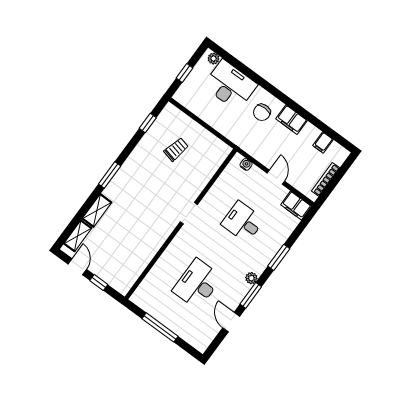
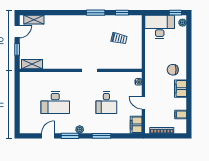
window: (184, 73) -> (175, 13), moved
desk: (230, 85) -> (160, 27), moved, turned -90
window: (110, 175) -> (96, 13), moved
door: (276, 177) -> (143, 103), swing flipped
shelving: (97, 211) -> (32, 64), moved
desk: (243, 222) -> (106, 103), turned 180
desk: (197, 284) -> (55, 103), turned 180
window: (160, 327) -> (17, 100), removed

